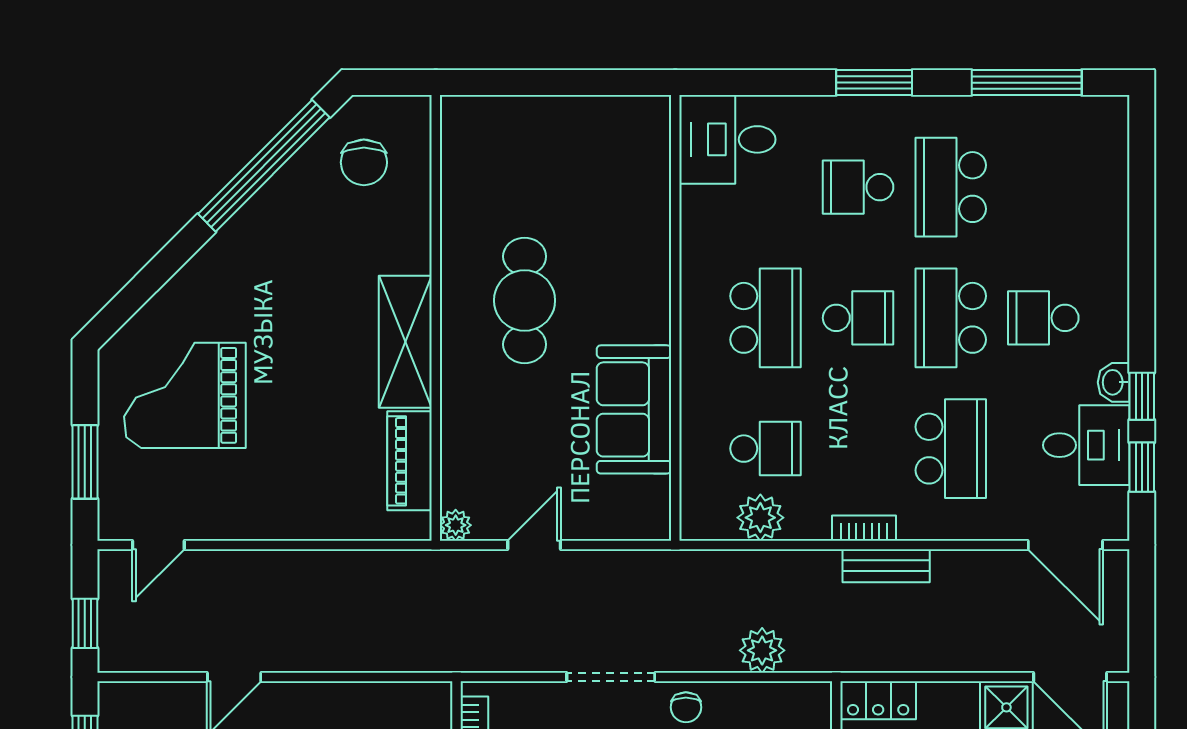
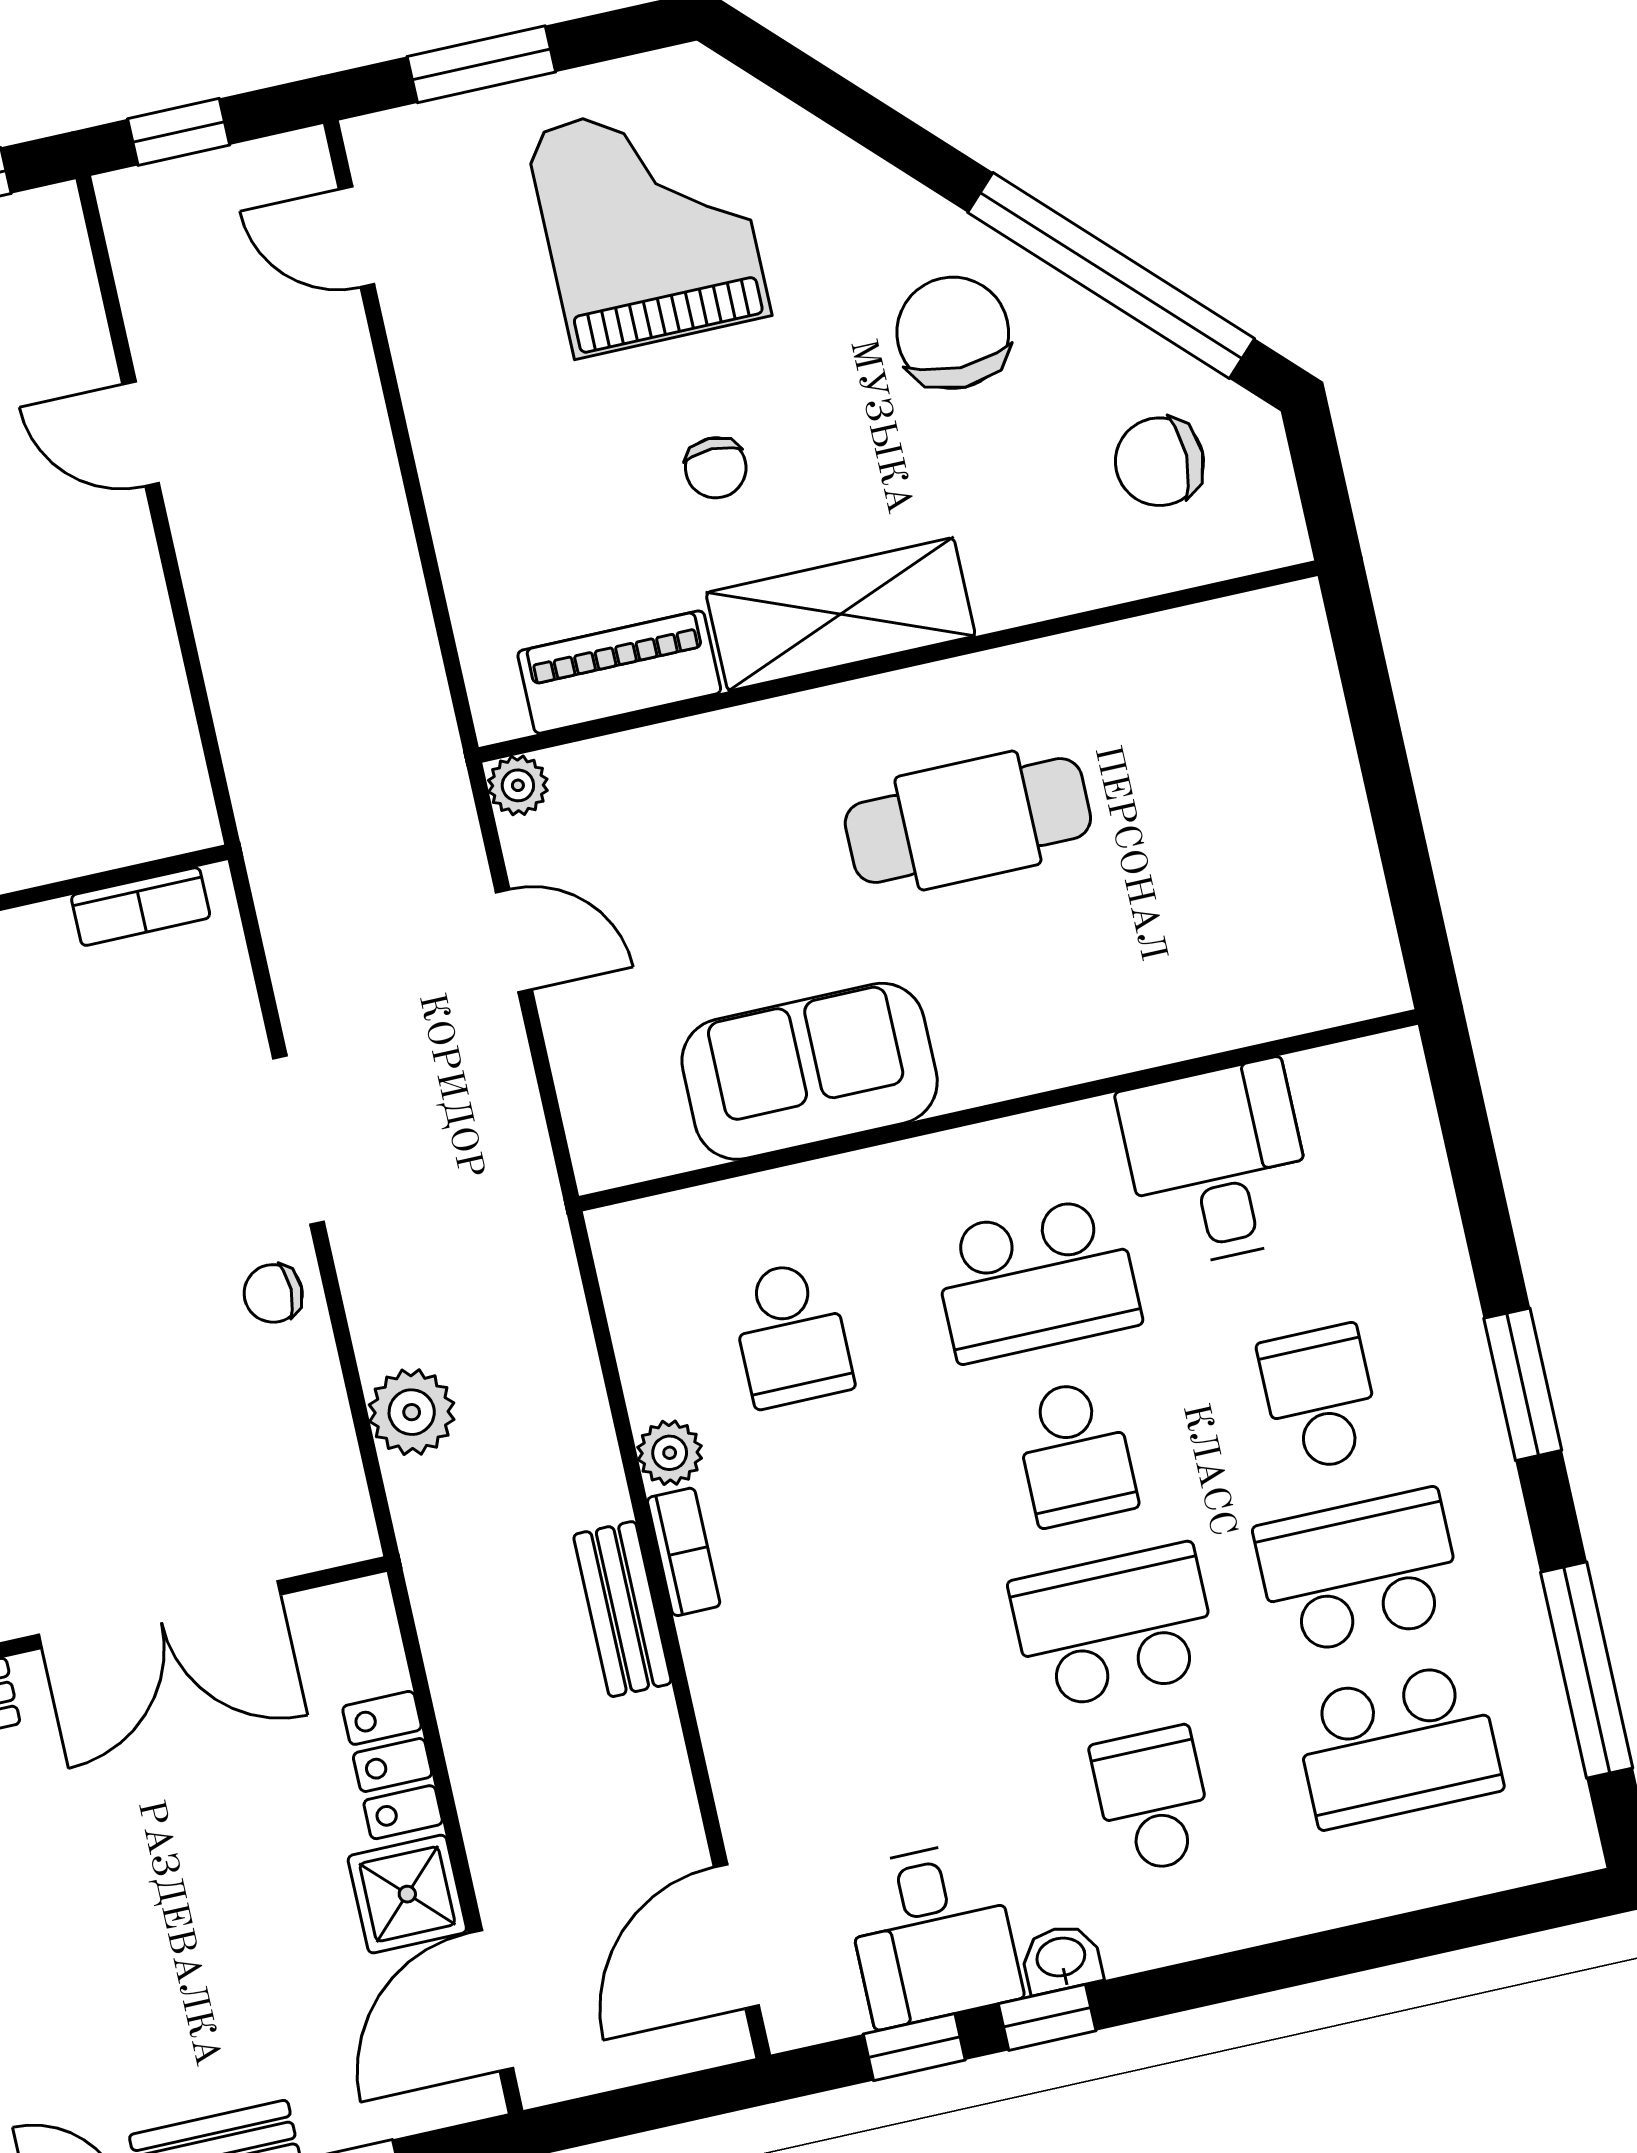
desk: (727, 139) -> (1217, 1164), moved
chair: (275, 253) -> (953, 333), added
chair: (317, 389) -> (716, 468), added
school desk: (951, 449) -> (1398, 1745), moved
plant: (760, 518) -> (670, 1453), moved, width x0.73, depth x0.73
locker: (878, 700) -> (393, 1765), moved

